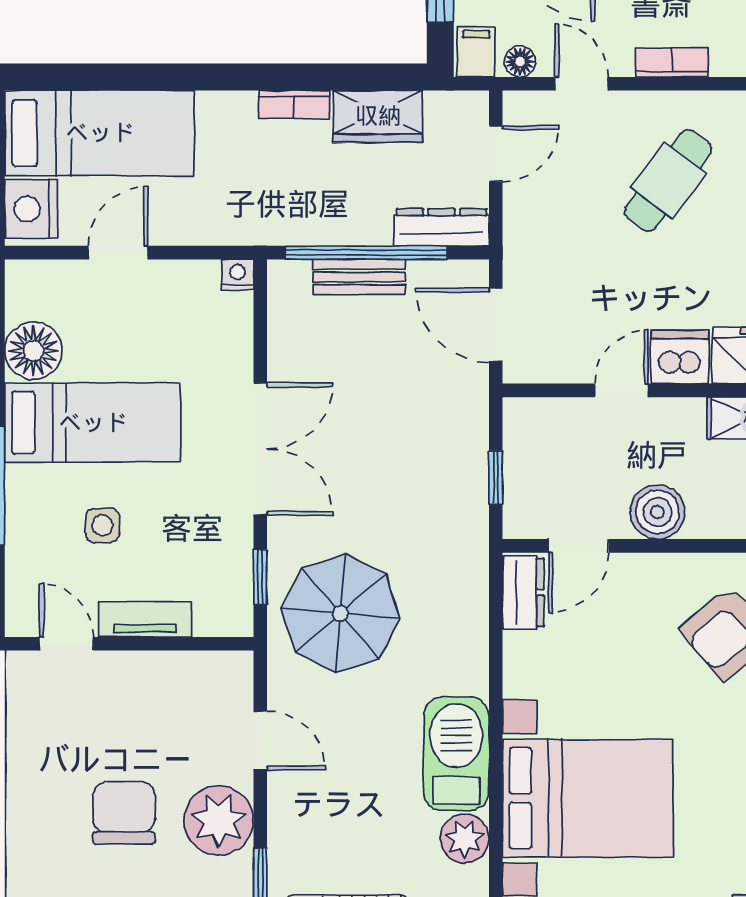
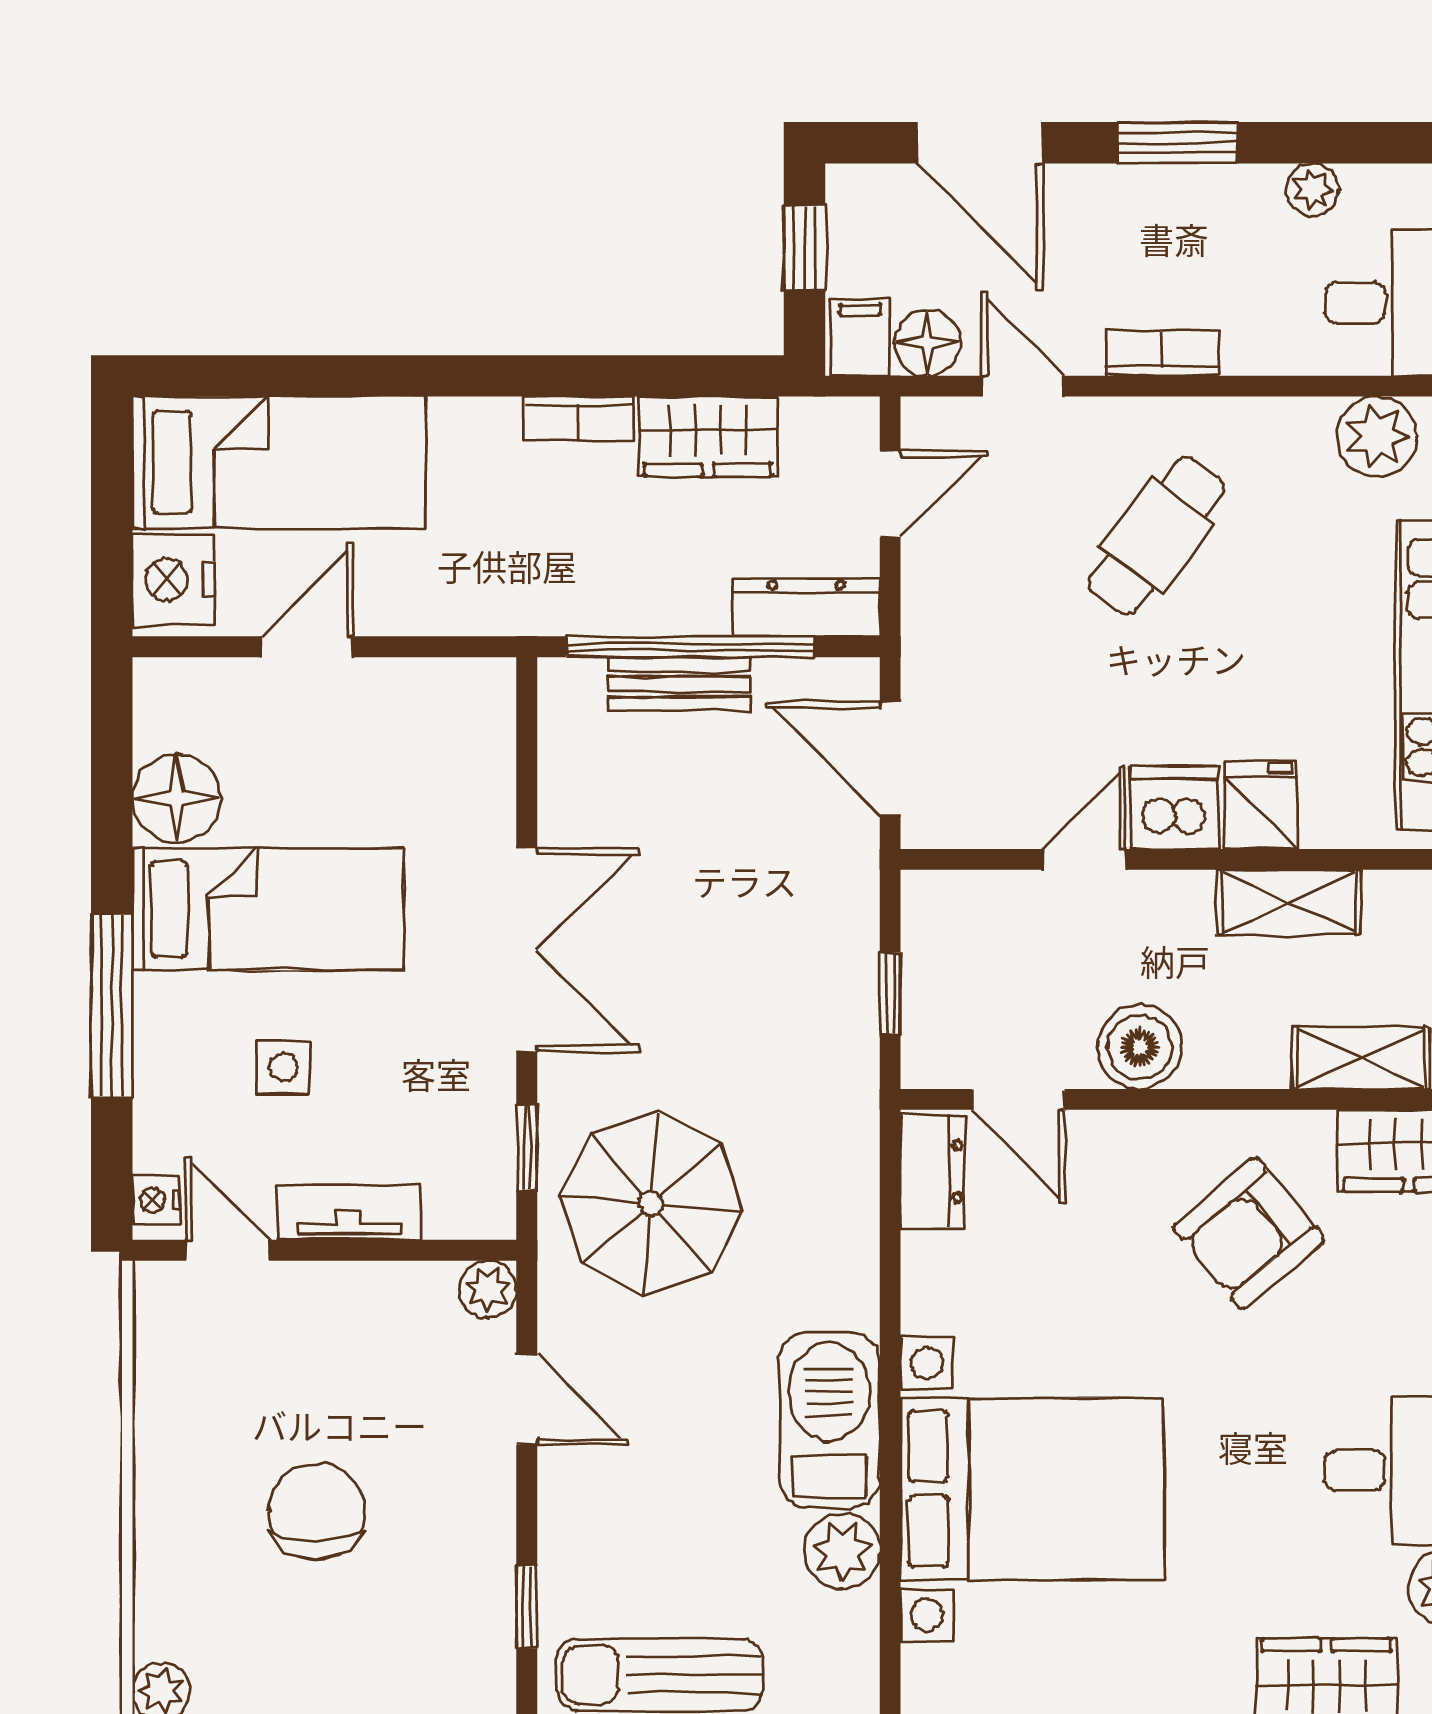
floor lamp: (520, 61) -> (928, 343), width x1.37, depth x1.37
nightstand: (237, 274) -> (156, 1200), moved, turned -90
door: (579, 546) -> (1018, 1099), hinge flipped
plant: (219, 820) -> (488, 1289), moved, width x0.53, depth x0.53

